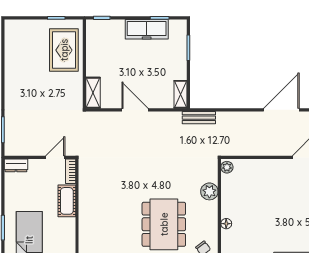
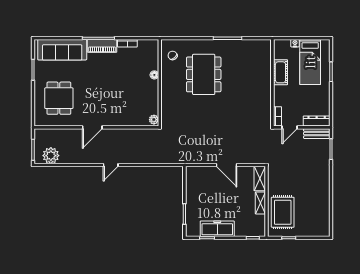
shelving: (181, 94) -> (260, 203), moved
door: (281, 110) -> (111, 165), width x0.53
bench: (199, 118) -> (317, 134), moved
dresser: (16, 165) -> (317, 121), width x1.44
plant: (209, 191) -> (168, 100), removed
cot: (67, 201) -> (280, 72), moved

